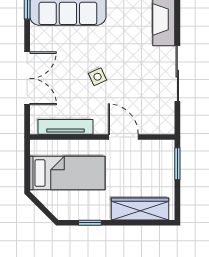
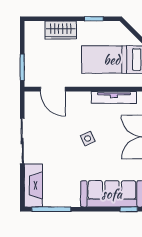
door: (123, 137) -> (53, 89), moved
wardrobe: (140, 209) -> (61, 30), width x0.67

